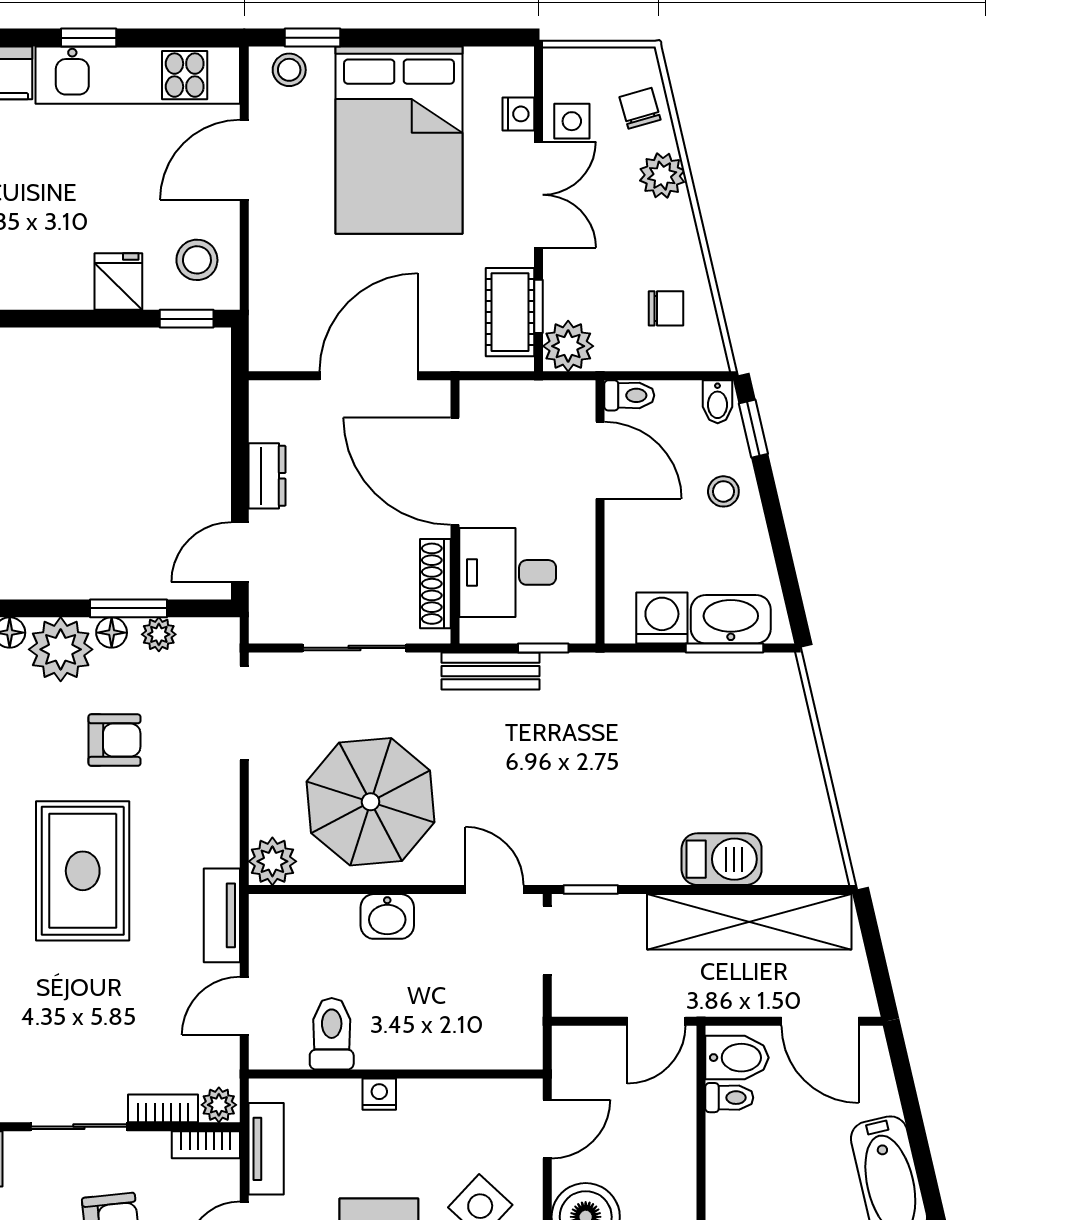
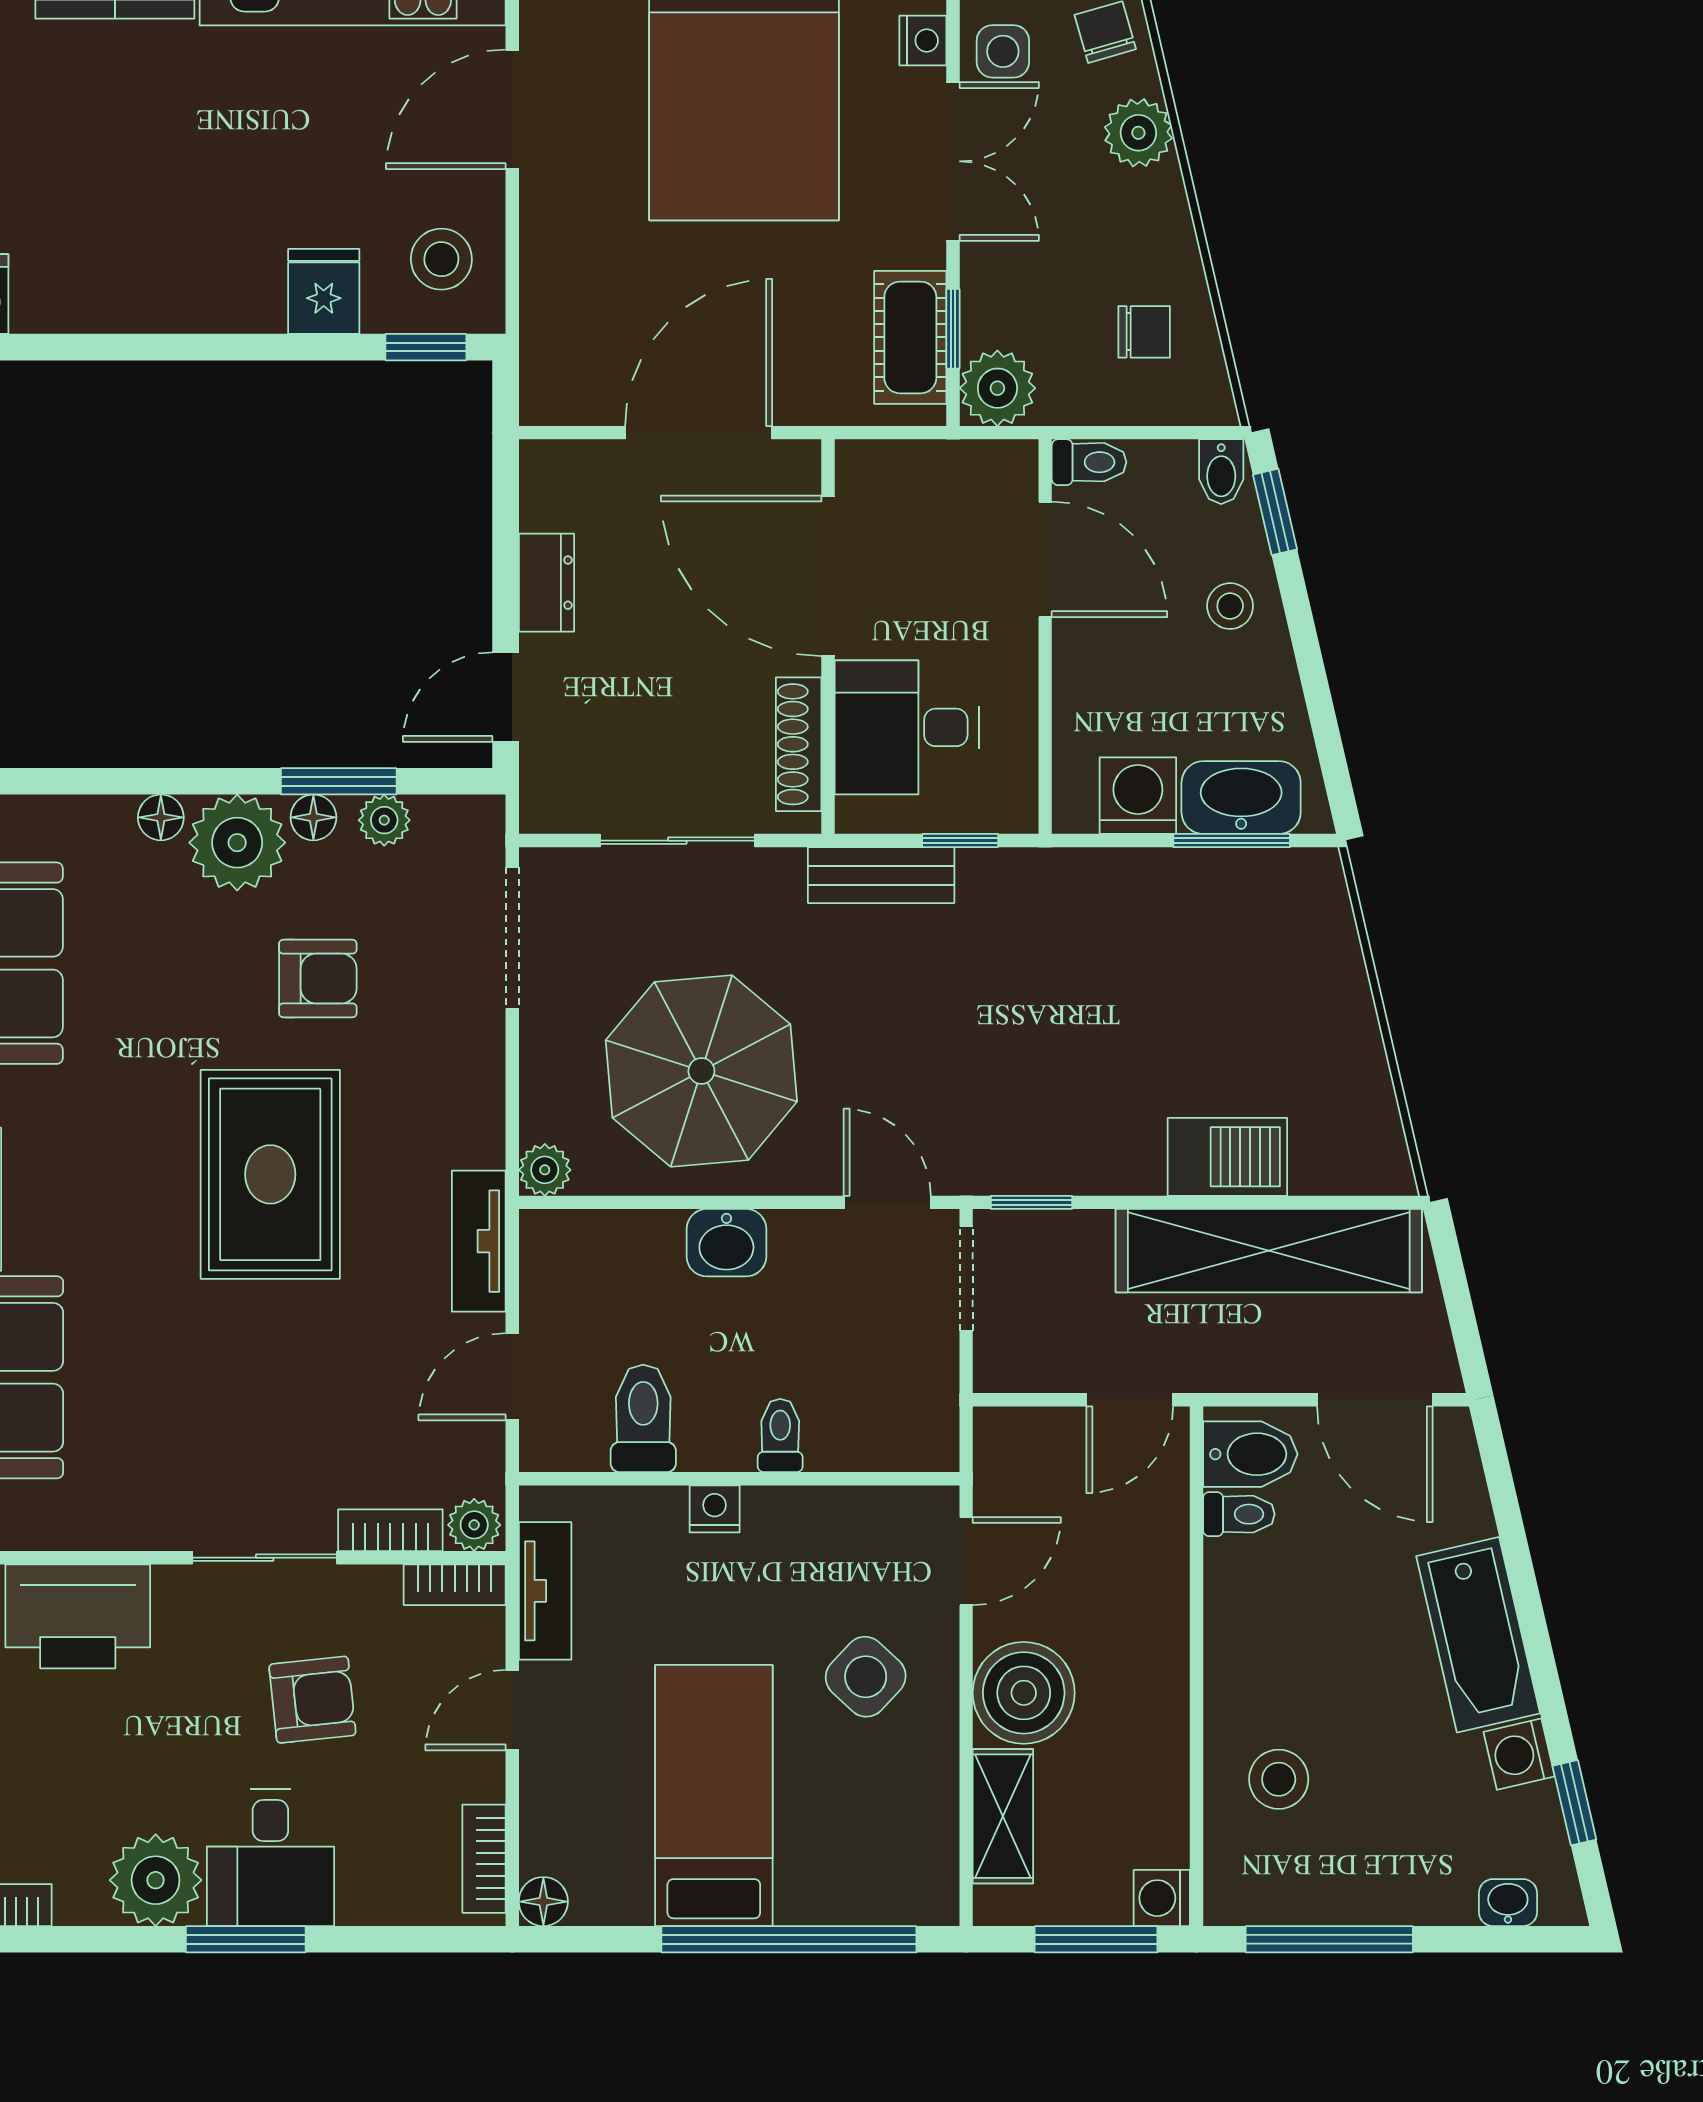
plant: (272, 861) -> (545, 1170), width x0.73, depth x0.73
toilet: (423, 1045) -> (780, 1435), added

